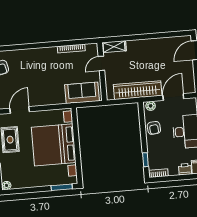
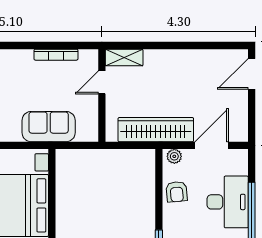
sofa: (82, 93) -> (49, 127), moved

